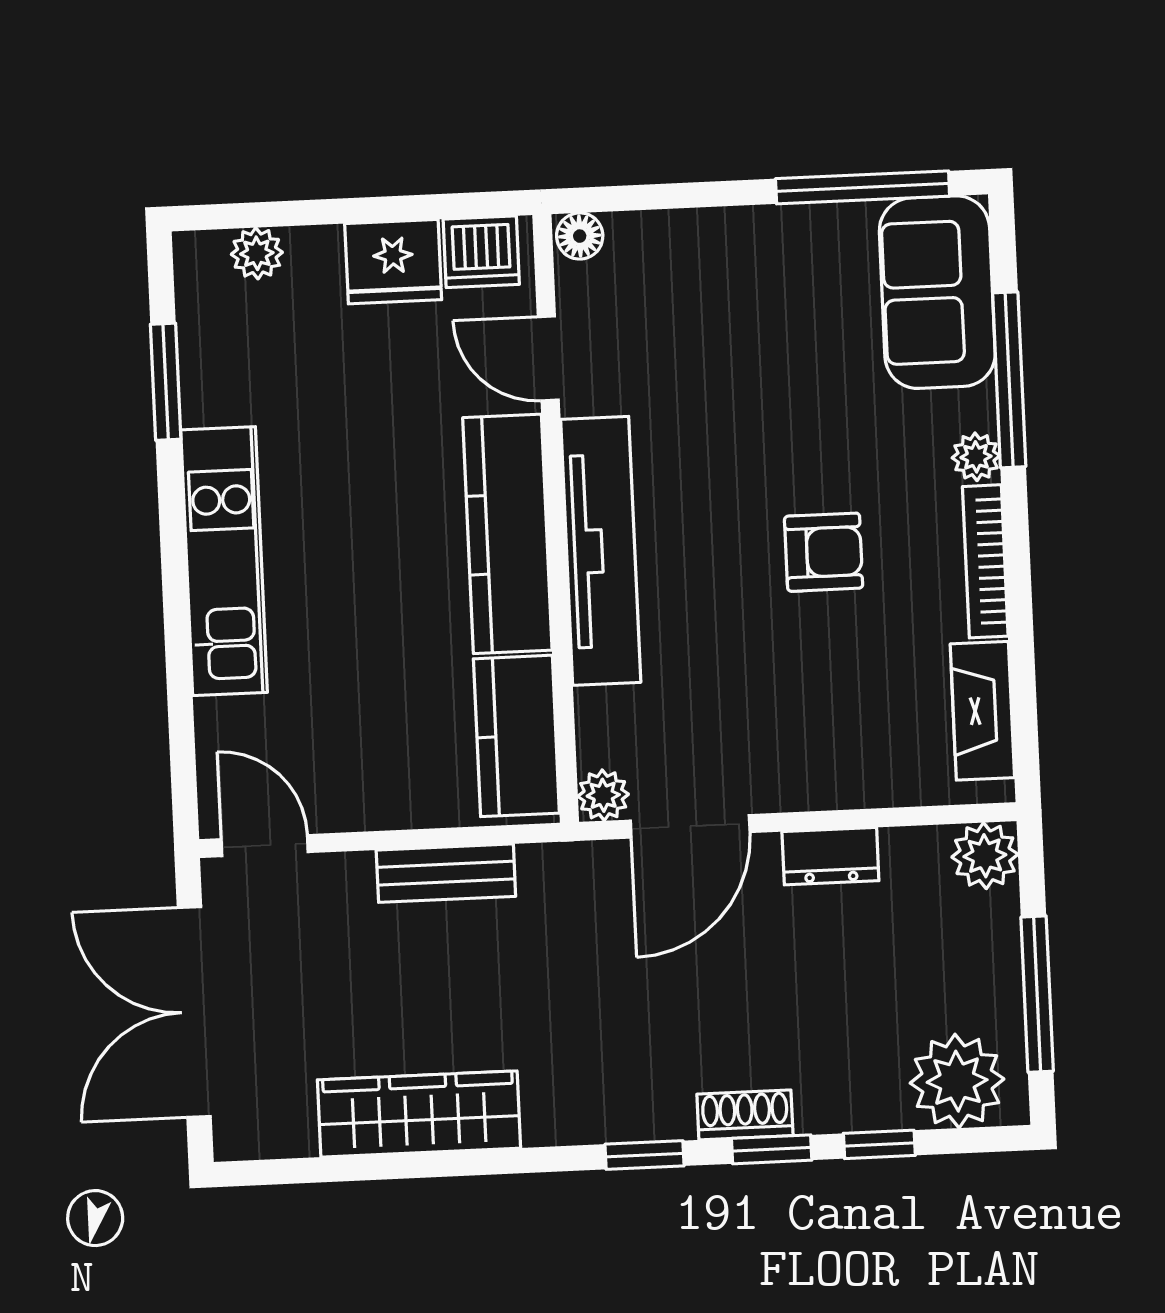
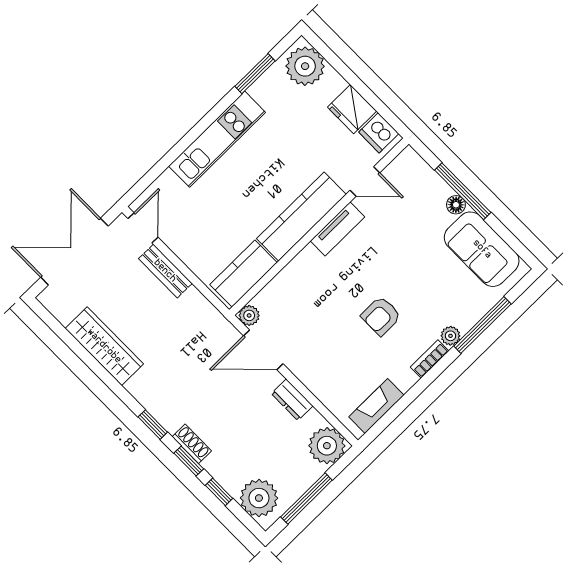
window: (863, 187) -> (463, 191), moved
floor lamp: (580, 236) -> (456, 205), moved
plant: (257, 253) -> (305, 66), width x1.87, depth x1.87
sofa: (937, 292) -> (482, 249), moved, turned -90
door: (548, 358) -> (365, 182), swing flipped
tv unit: (601, 551) -> (338, 229), width x0.52, depth x0.78
armchair: (824, 552) -> (381, 316), turned 90
bookcase: (985, 561) -> (430, 359), width x0.64
plant: (985, 856) -> (327, 446), width x1.36, depth x1.36
bench: (446, 873) -> (165, 271), moved

